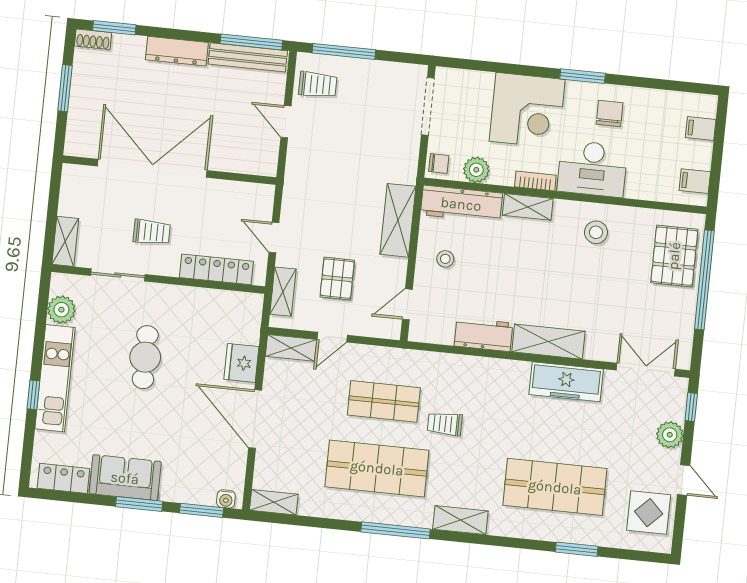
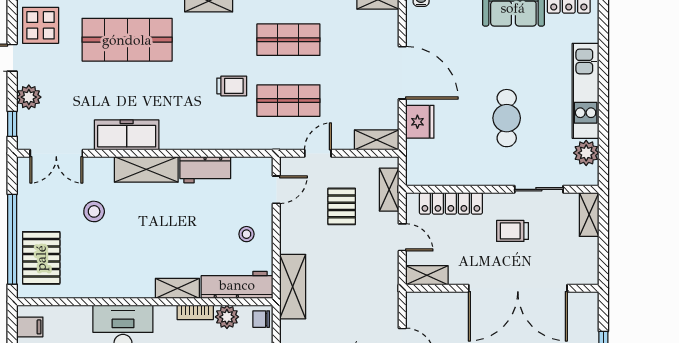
bookcase: (535, 181) -> (195, 312), moved
shelving: (251, 193) -> (427, 275), added
shelving: (398, 220) -> (293, 287), moved
stool: (596, 232) -> (94, 211), moved
door: (332, 337) -> (318, 153), moved
window: (33, 395) -> (603, 74), removed
shop shelf: (377, 468) -> (288, 40), width x0.70, depth x0.74

